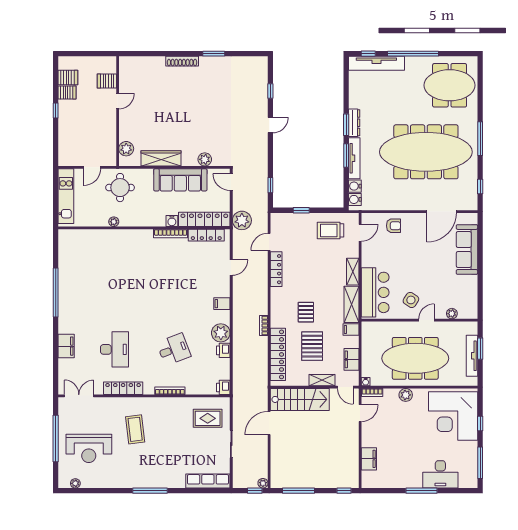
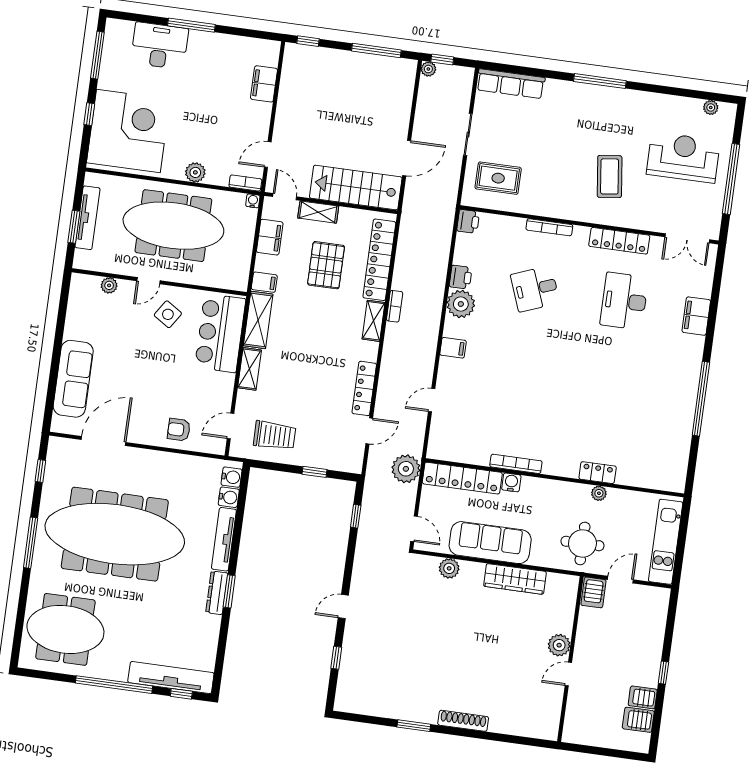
server rack: (107, 81) -> (593, 592), moved, turned 90
plant: (126, 149) -> (559, 645), moved
window: (346, 156) -> (236, 545), removed
locker: (206, 235) -> (598, 473), moved, width x0.66
pallet: (306, 312) -> (328, 318), removed
shelving: (276, 314) -> (373, 321), added

